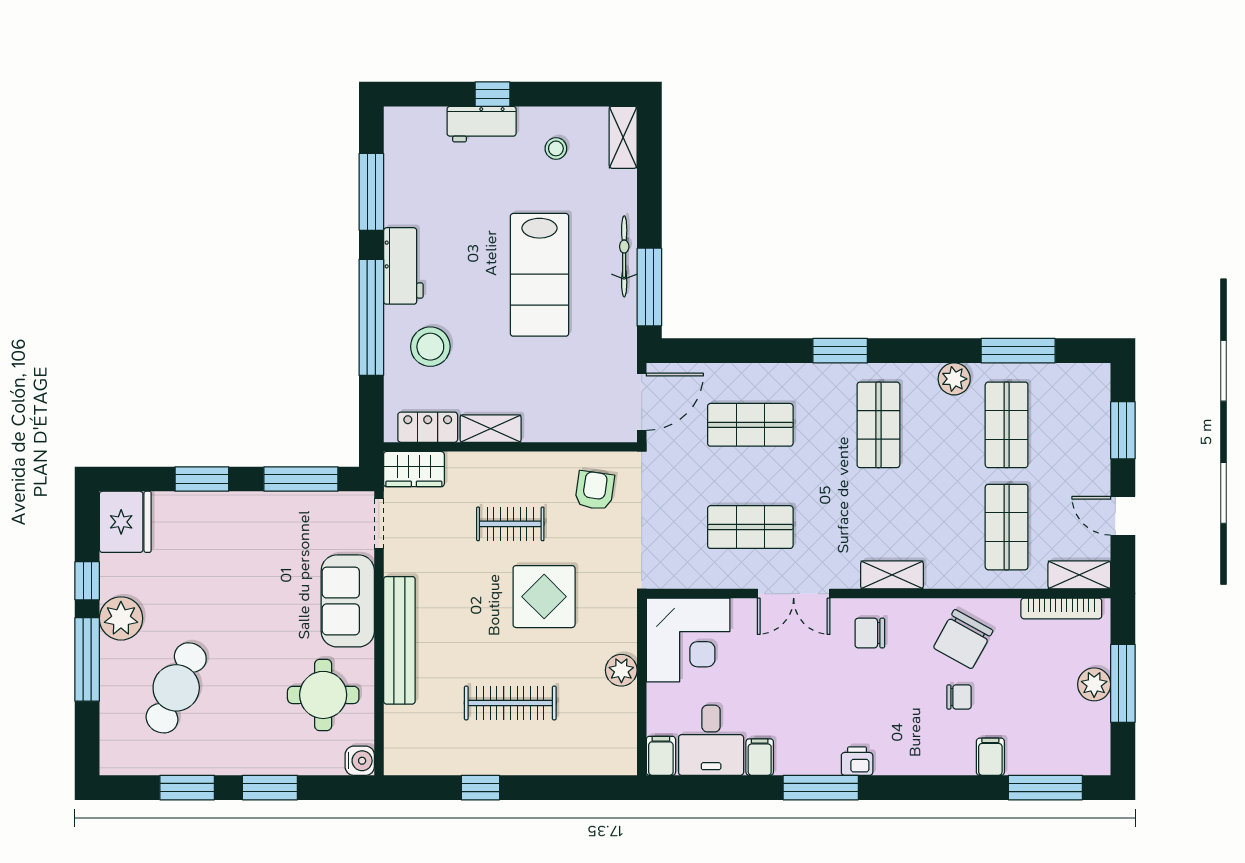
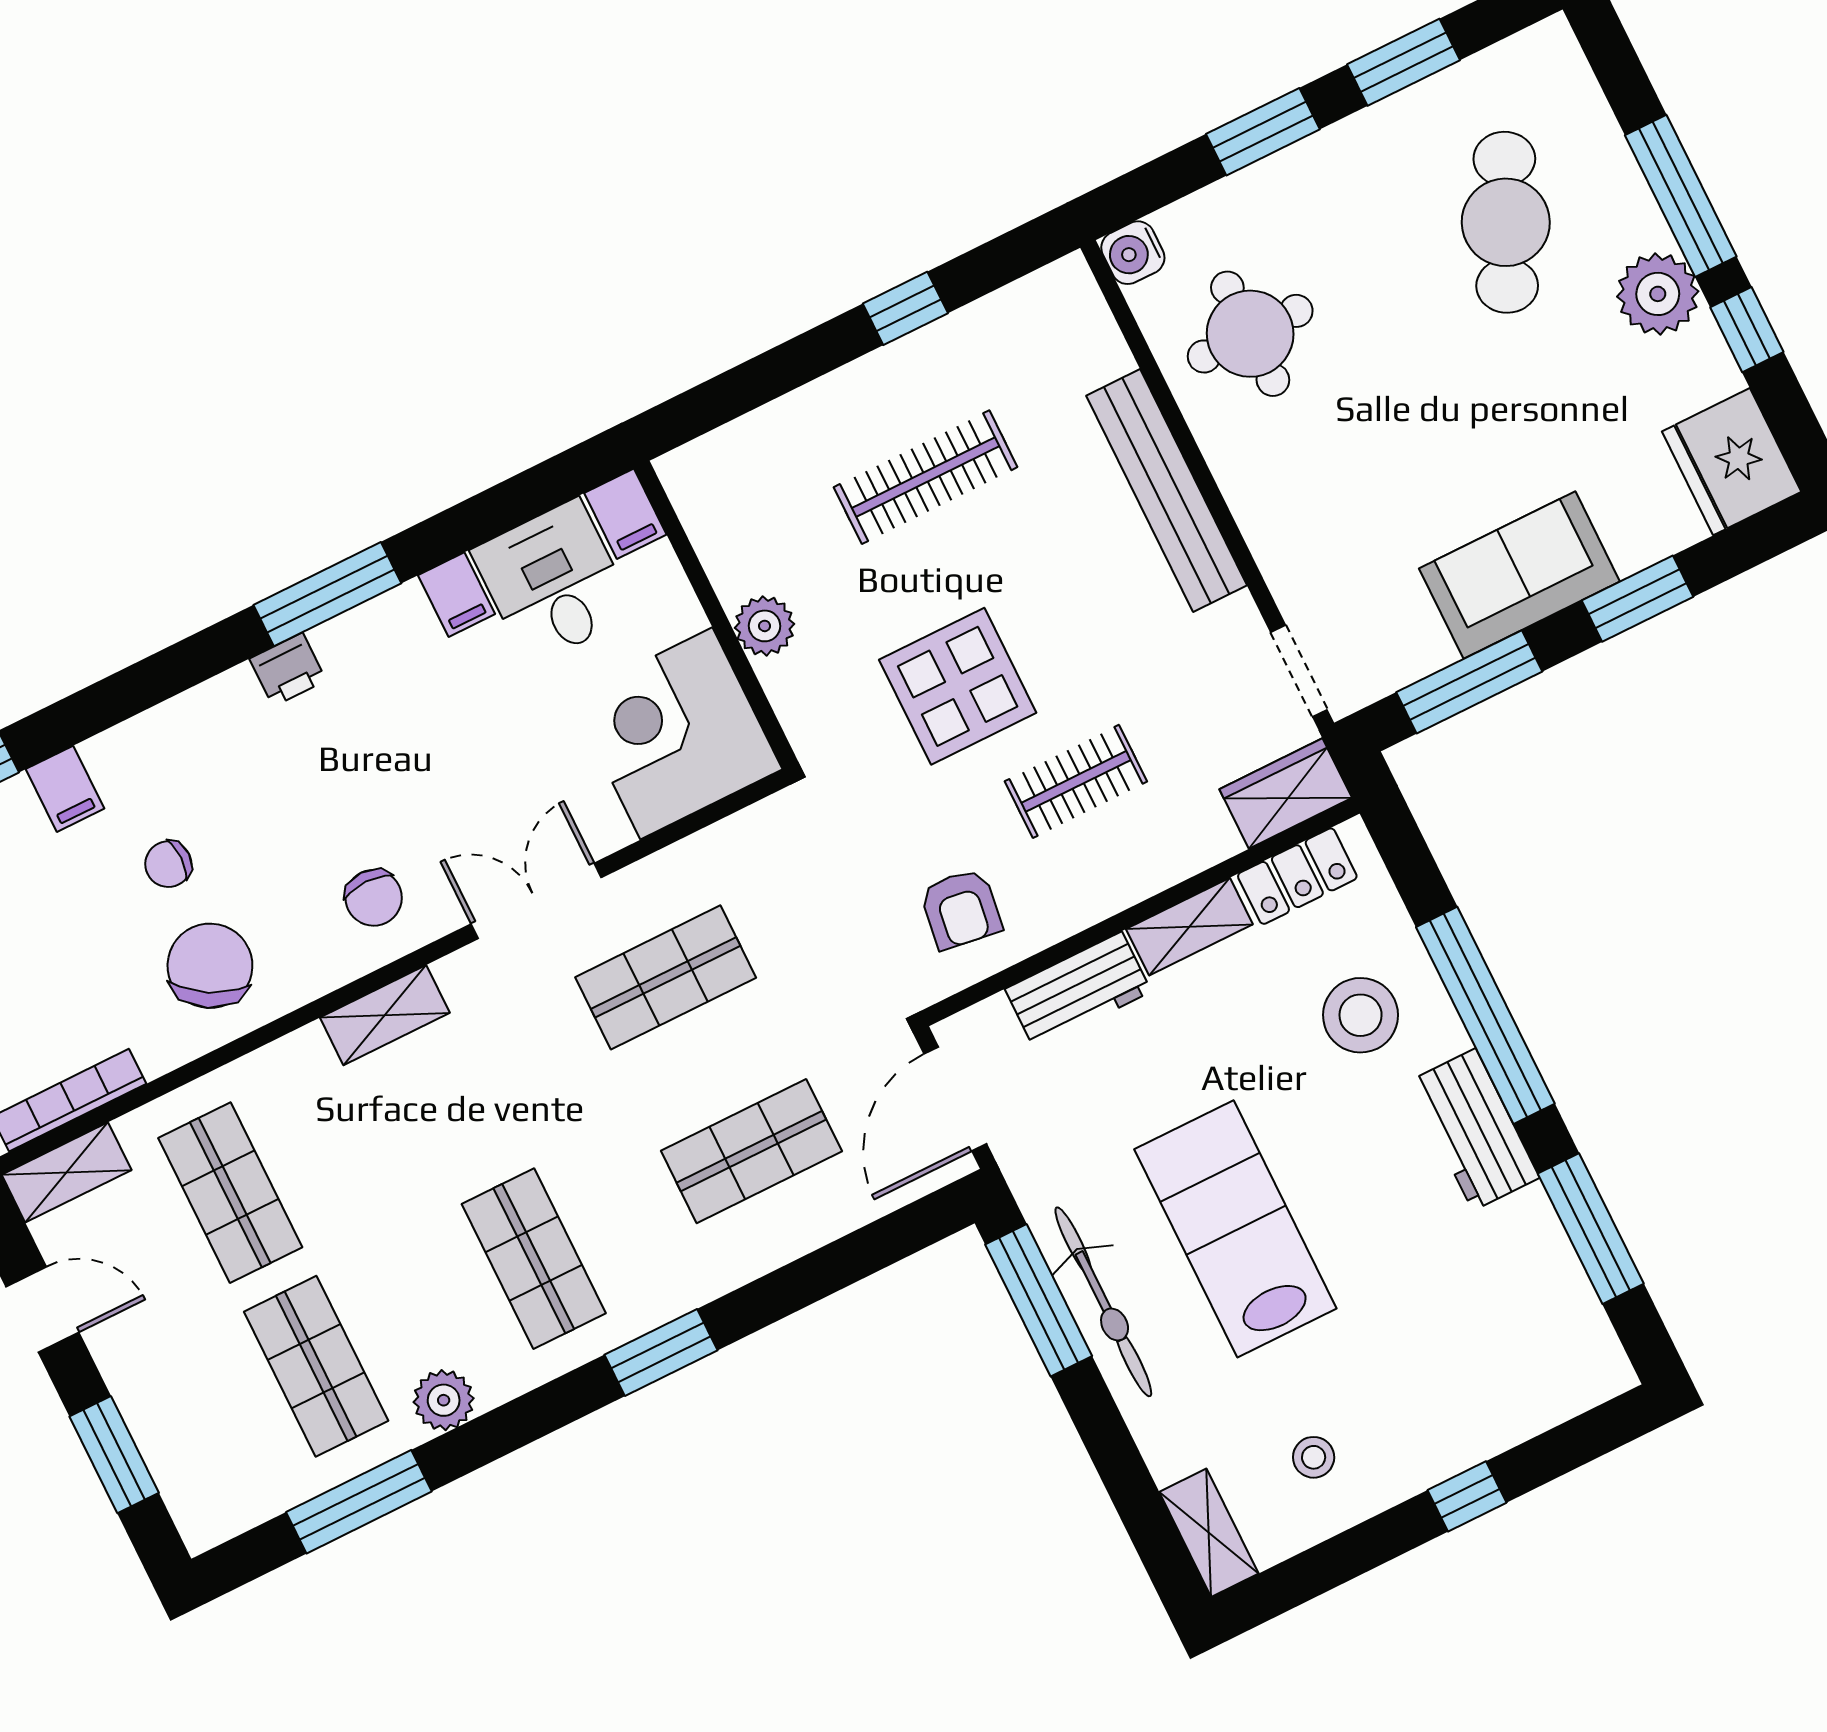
workbench: (482, 124) -> (1078, 990), moved, turned 180
bicycle: (624, 256) -> (1103, 1302), width x1.37, depth x1.40
sofa: (348, 601) -> (1519, 575), moved, turned -90
chair: (870, 633) -> (374, 898), turned 90

